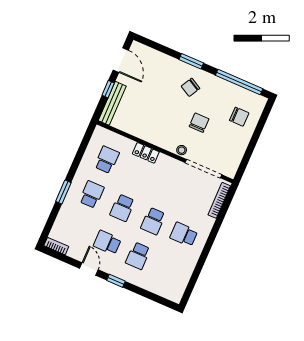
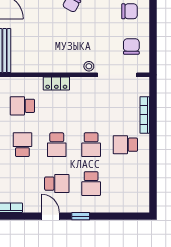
chair: (199, 123) -> (131, 47), moved
school desk: (107, 160) -> (22, 106), turned -90
bookcase: (219, 200) -> (145, 115), moved
school desk: (107, 242) -> (57, 184), turned 180

